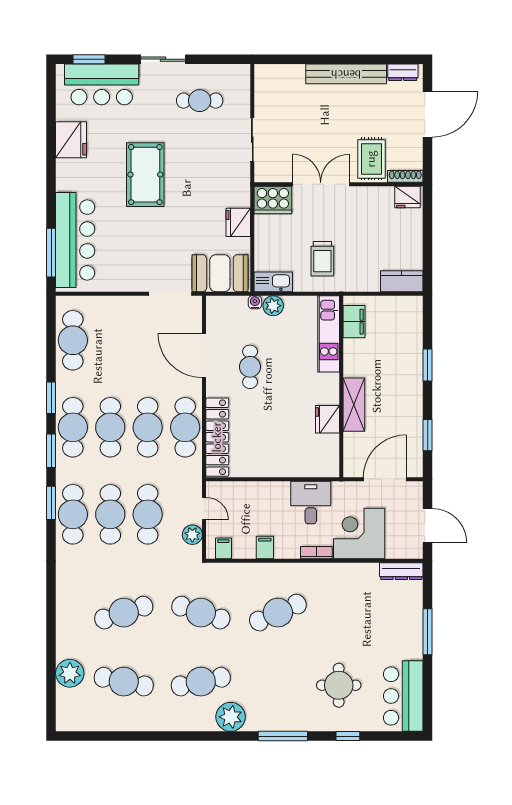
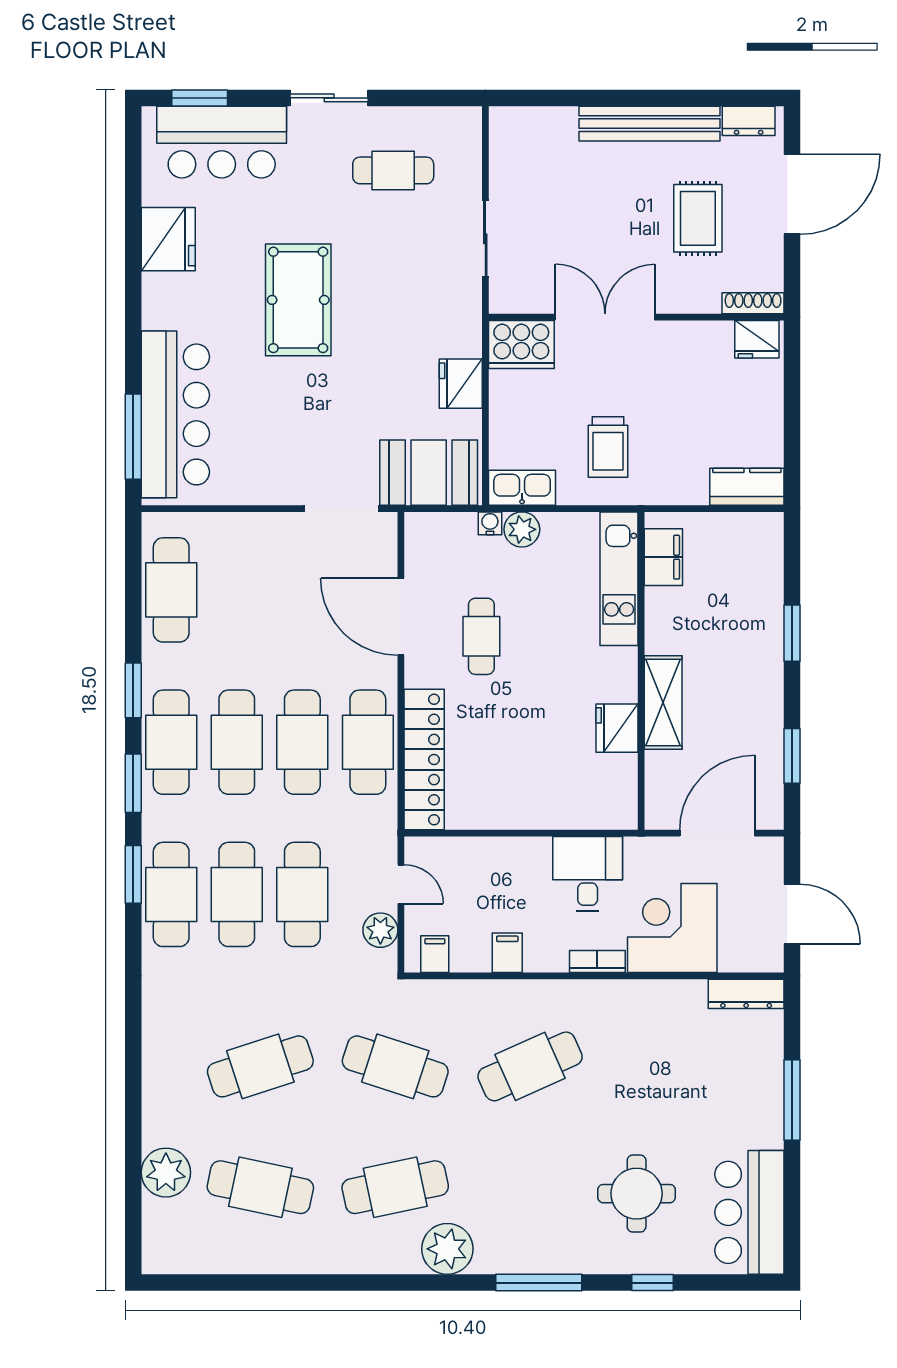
rug: (371, 159) -> (698, 218), moved

